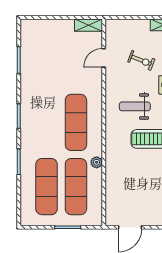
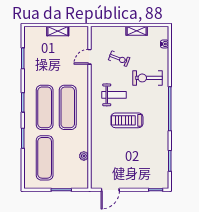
shelving: (88, 25) -> (58, 31), moved
weight bench: (135, 106) -> (114, 95), turned 180
plant: (97, 162) -> (84, 156), moved
exercise mat: (76, 187) -> (45, 107), moved

